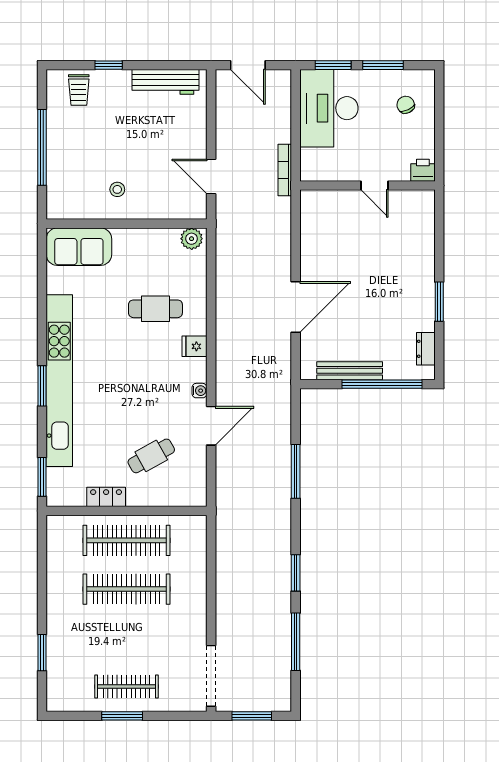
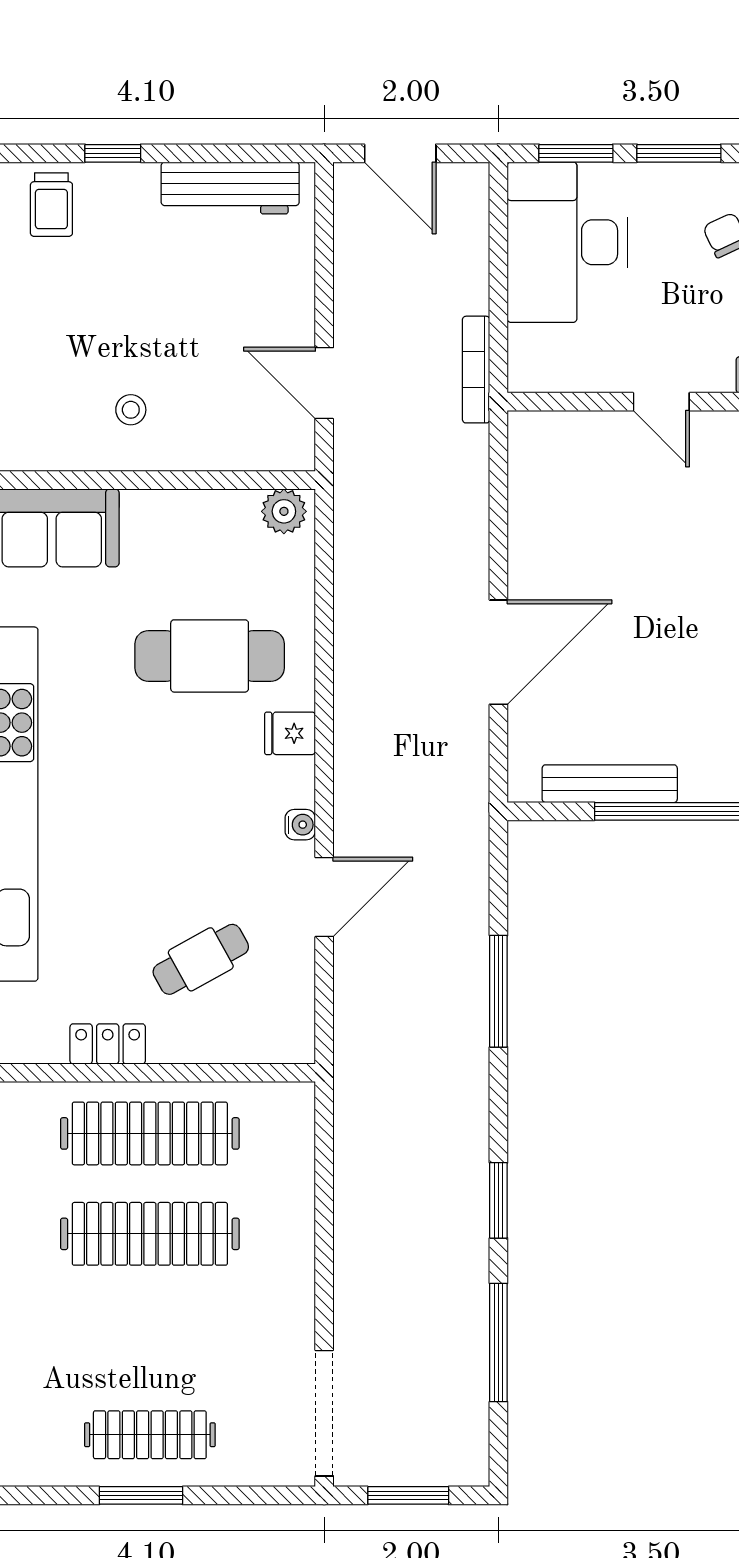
cafe table: (155, 309) -> (210, 656), width x1.37, depth x1.35

